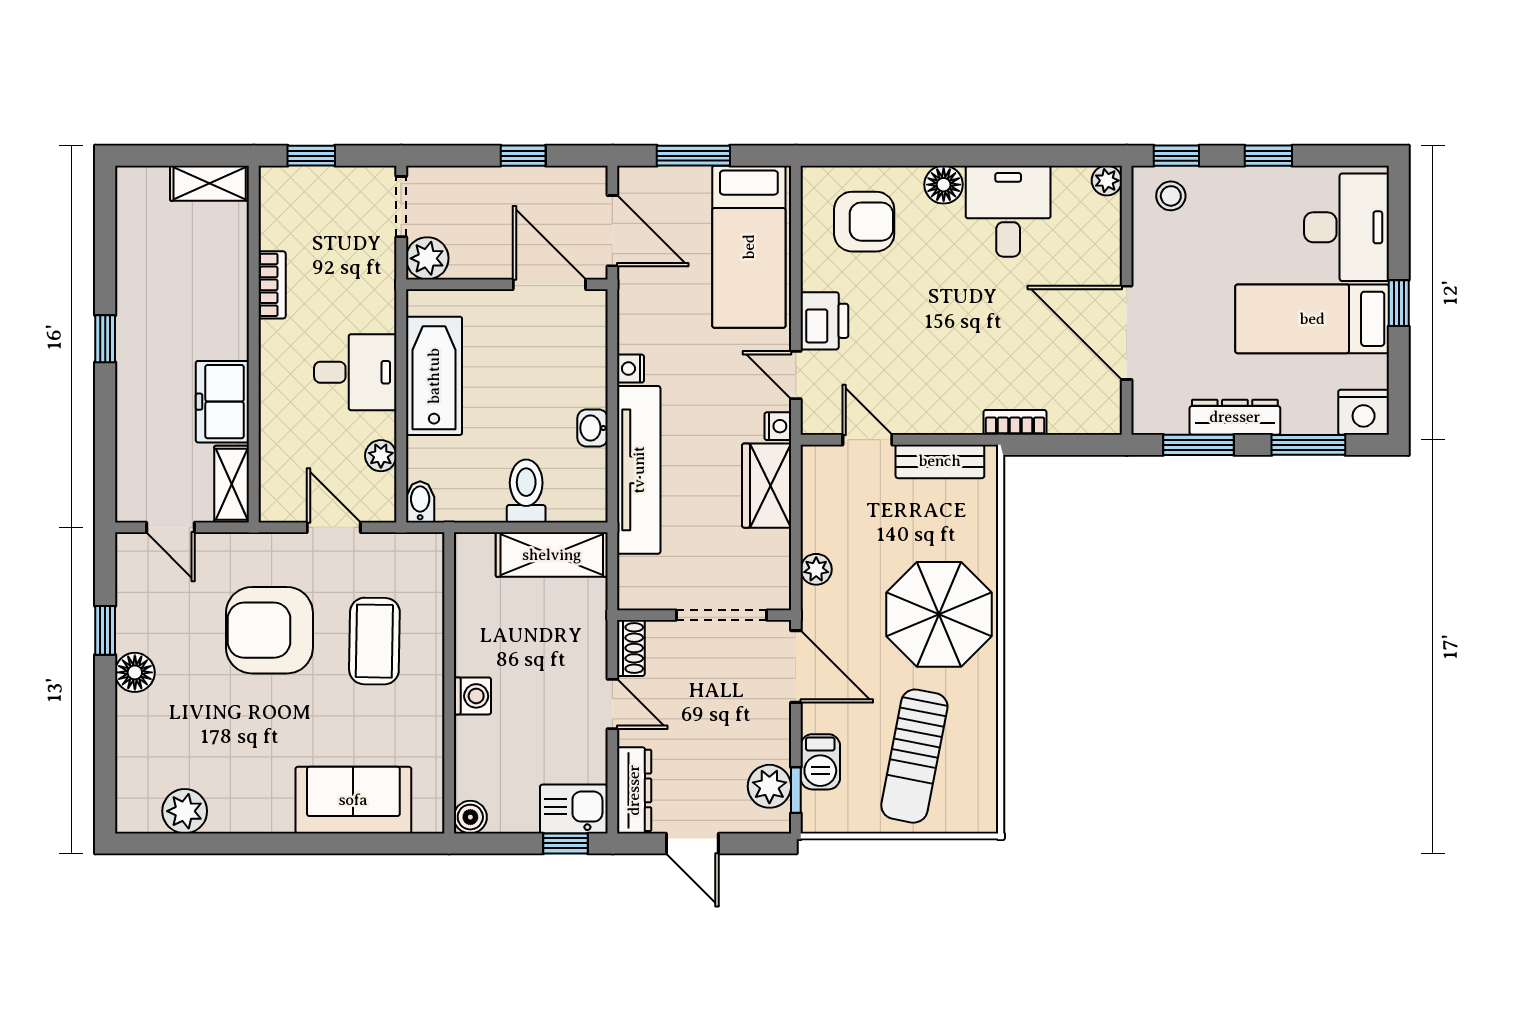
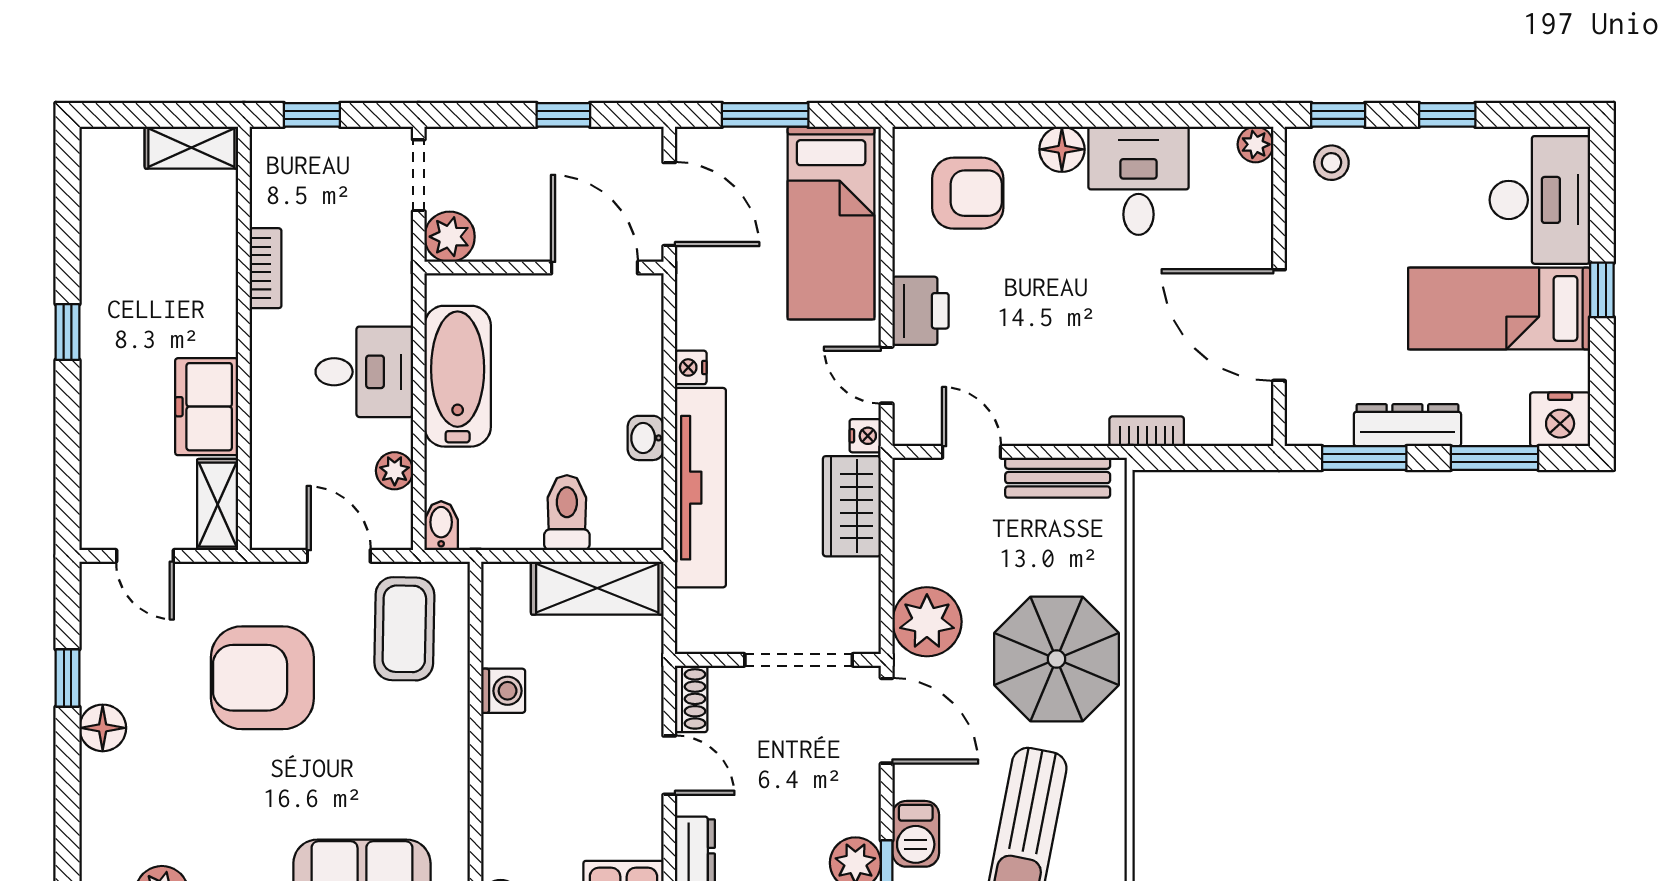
plant: (816, 569) -> (927, 622), width x1.88, depth x1.88
coffee table: (374, 641) -> (404, 629), moved
washing machine: (472, 696) -> (503, 691), moved

